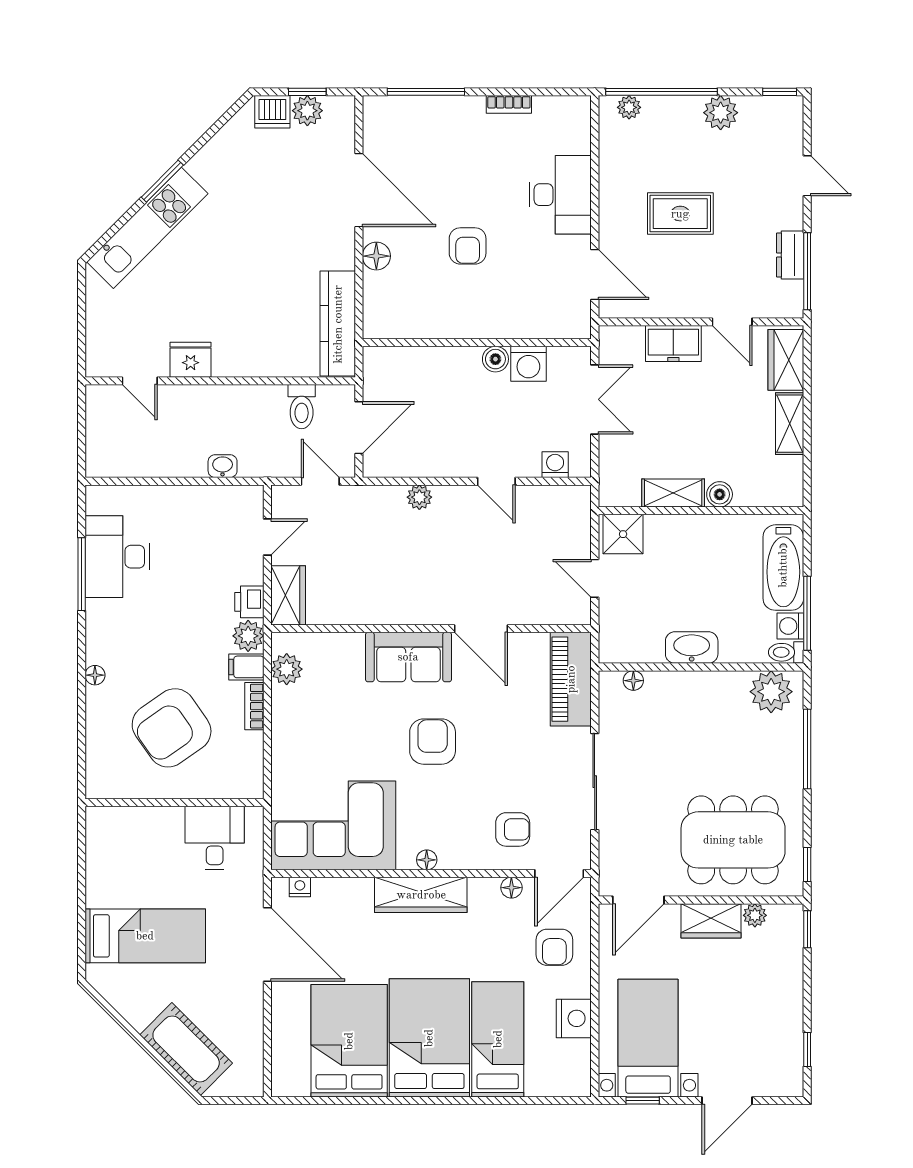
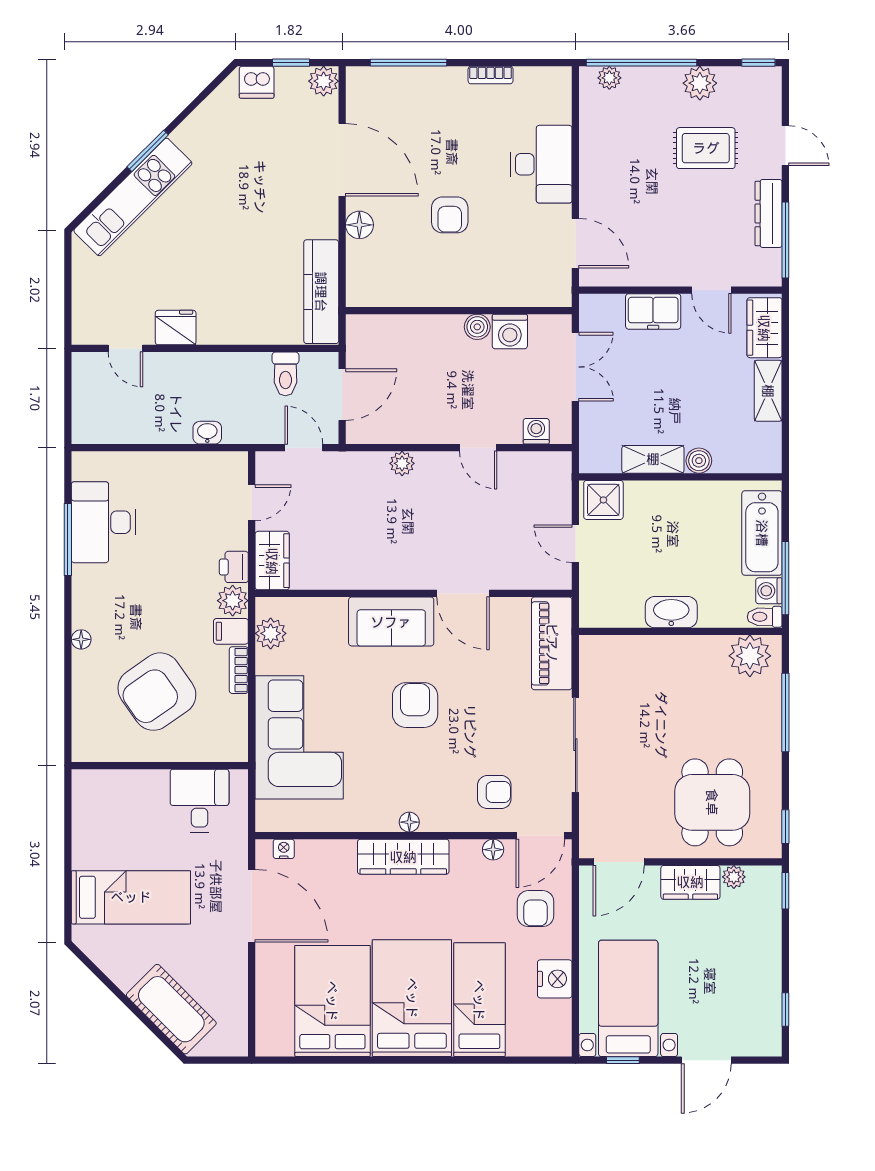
plant: (307, 111) -> (324, 81), moved
rug: (680, 214) -> (706, 148), moved
dresser: (790, 255) -> (769, 213), width x1.44
floor lamp: (633, 681) -> (614, 645), removed
corner sofa: (333, 825) -> (299, 737), moved, turned 90
dining table: (733, 840) -> (712, 802), width x0.73

